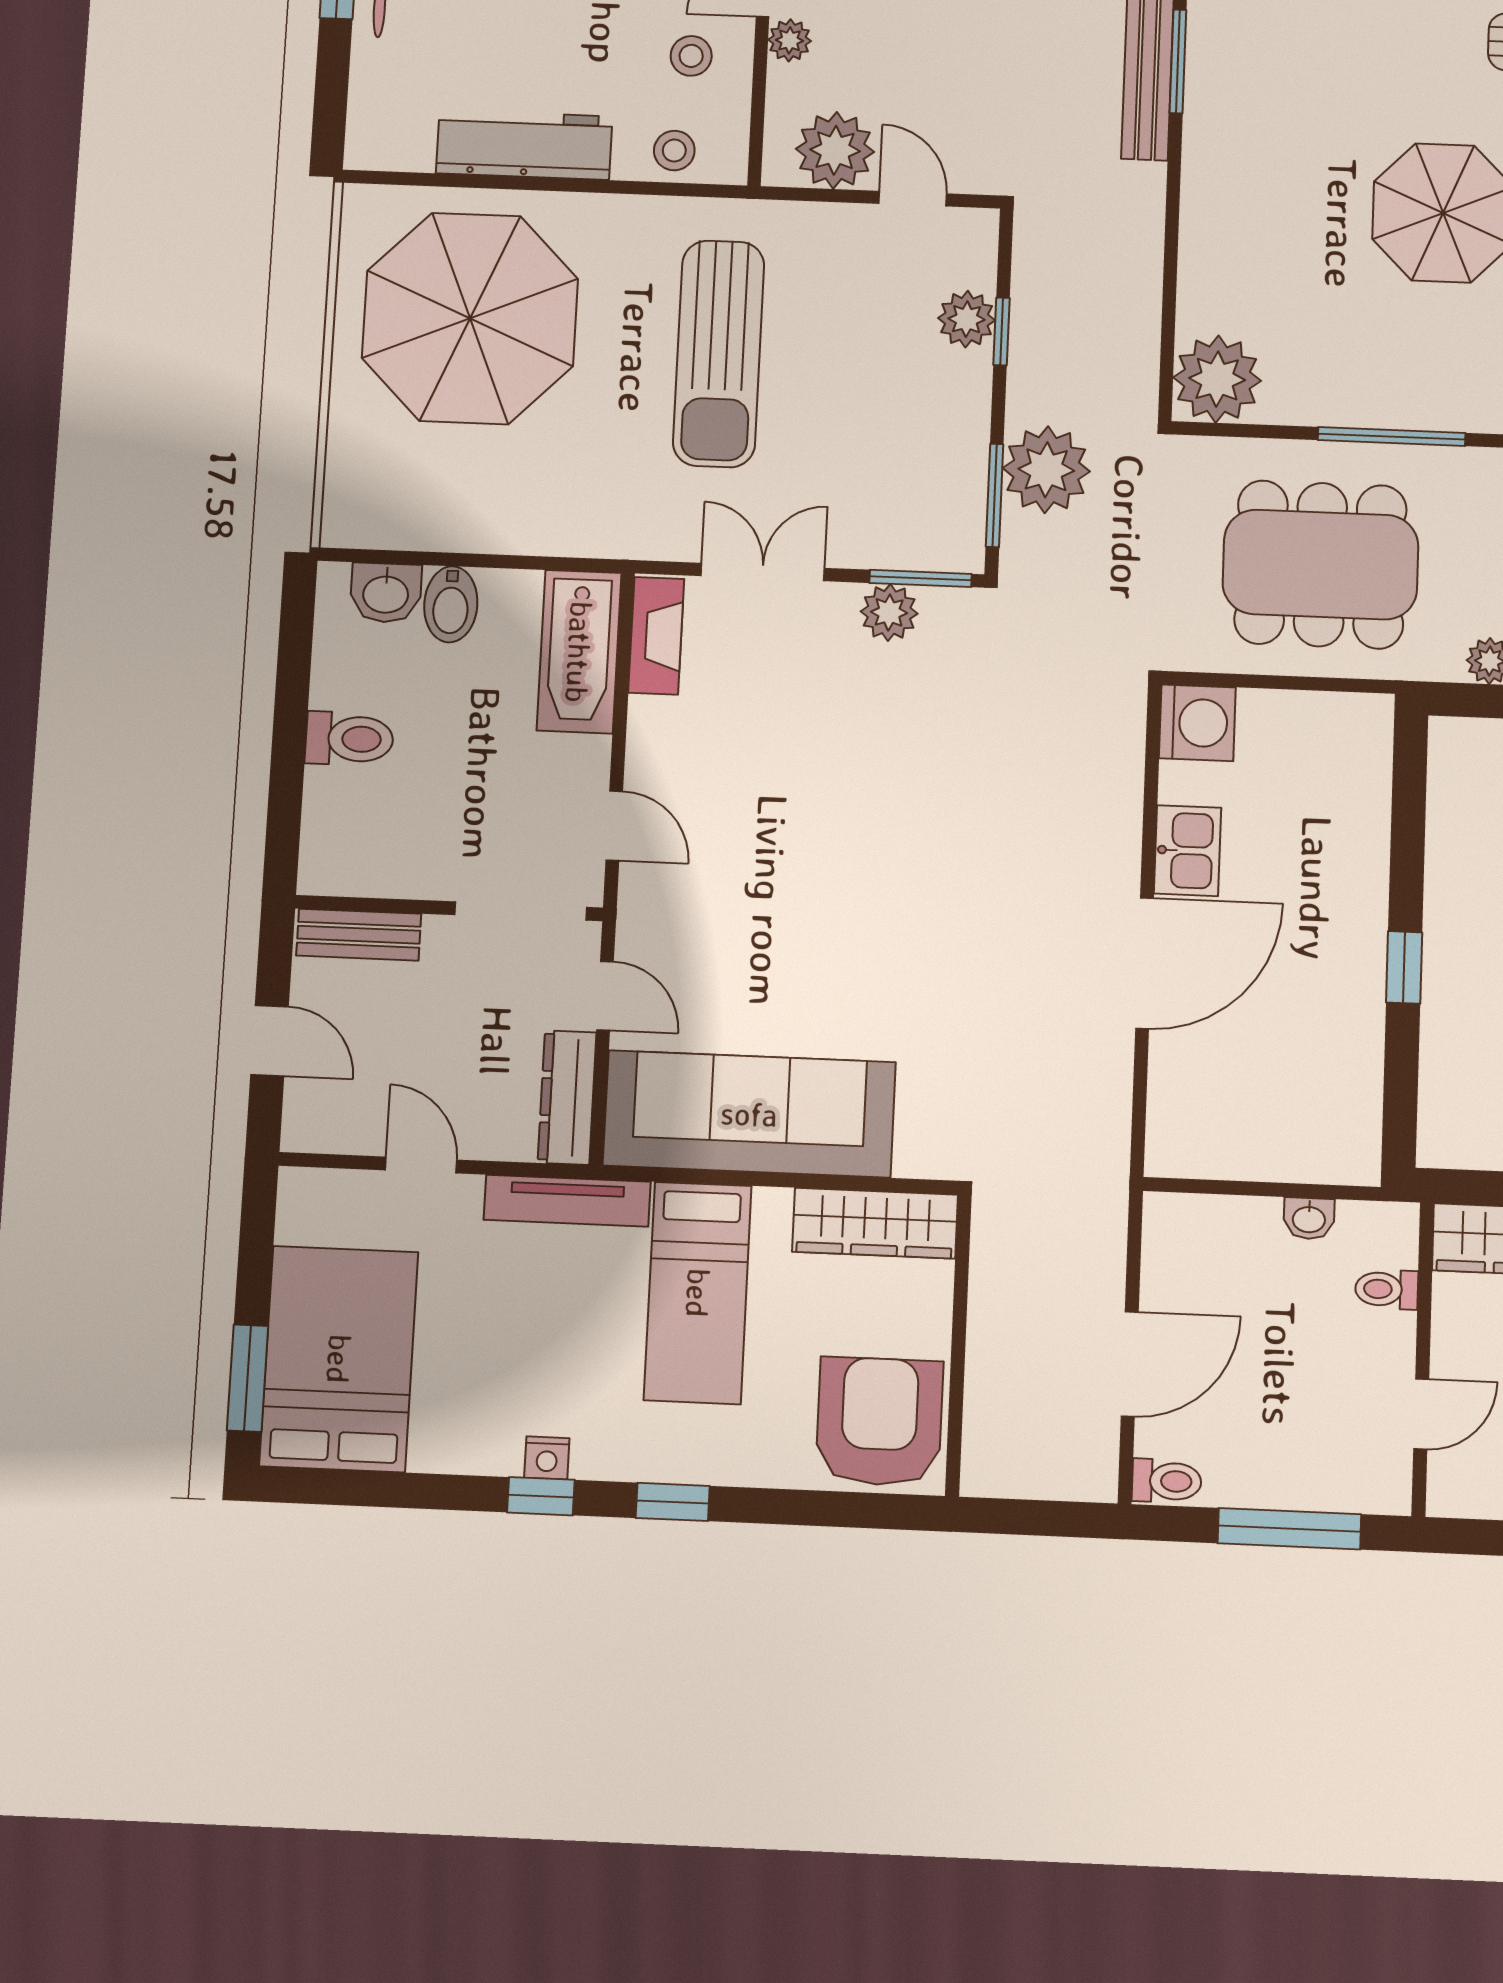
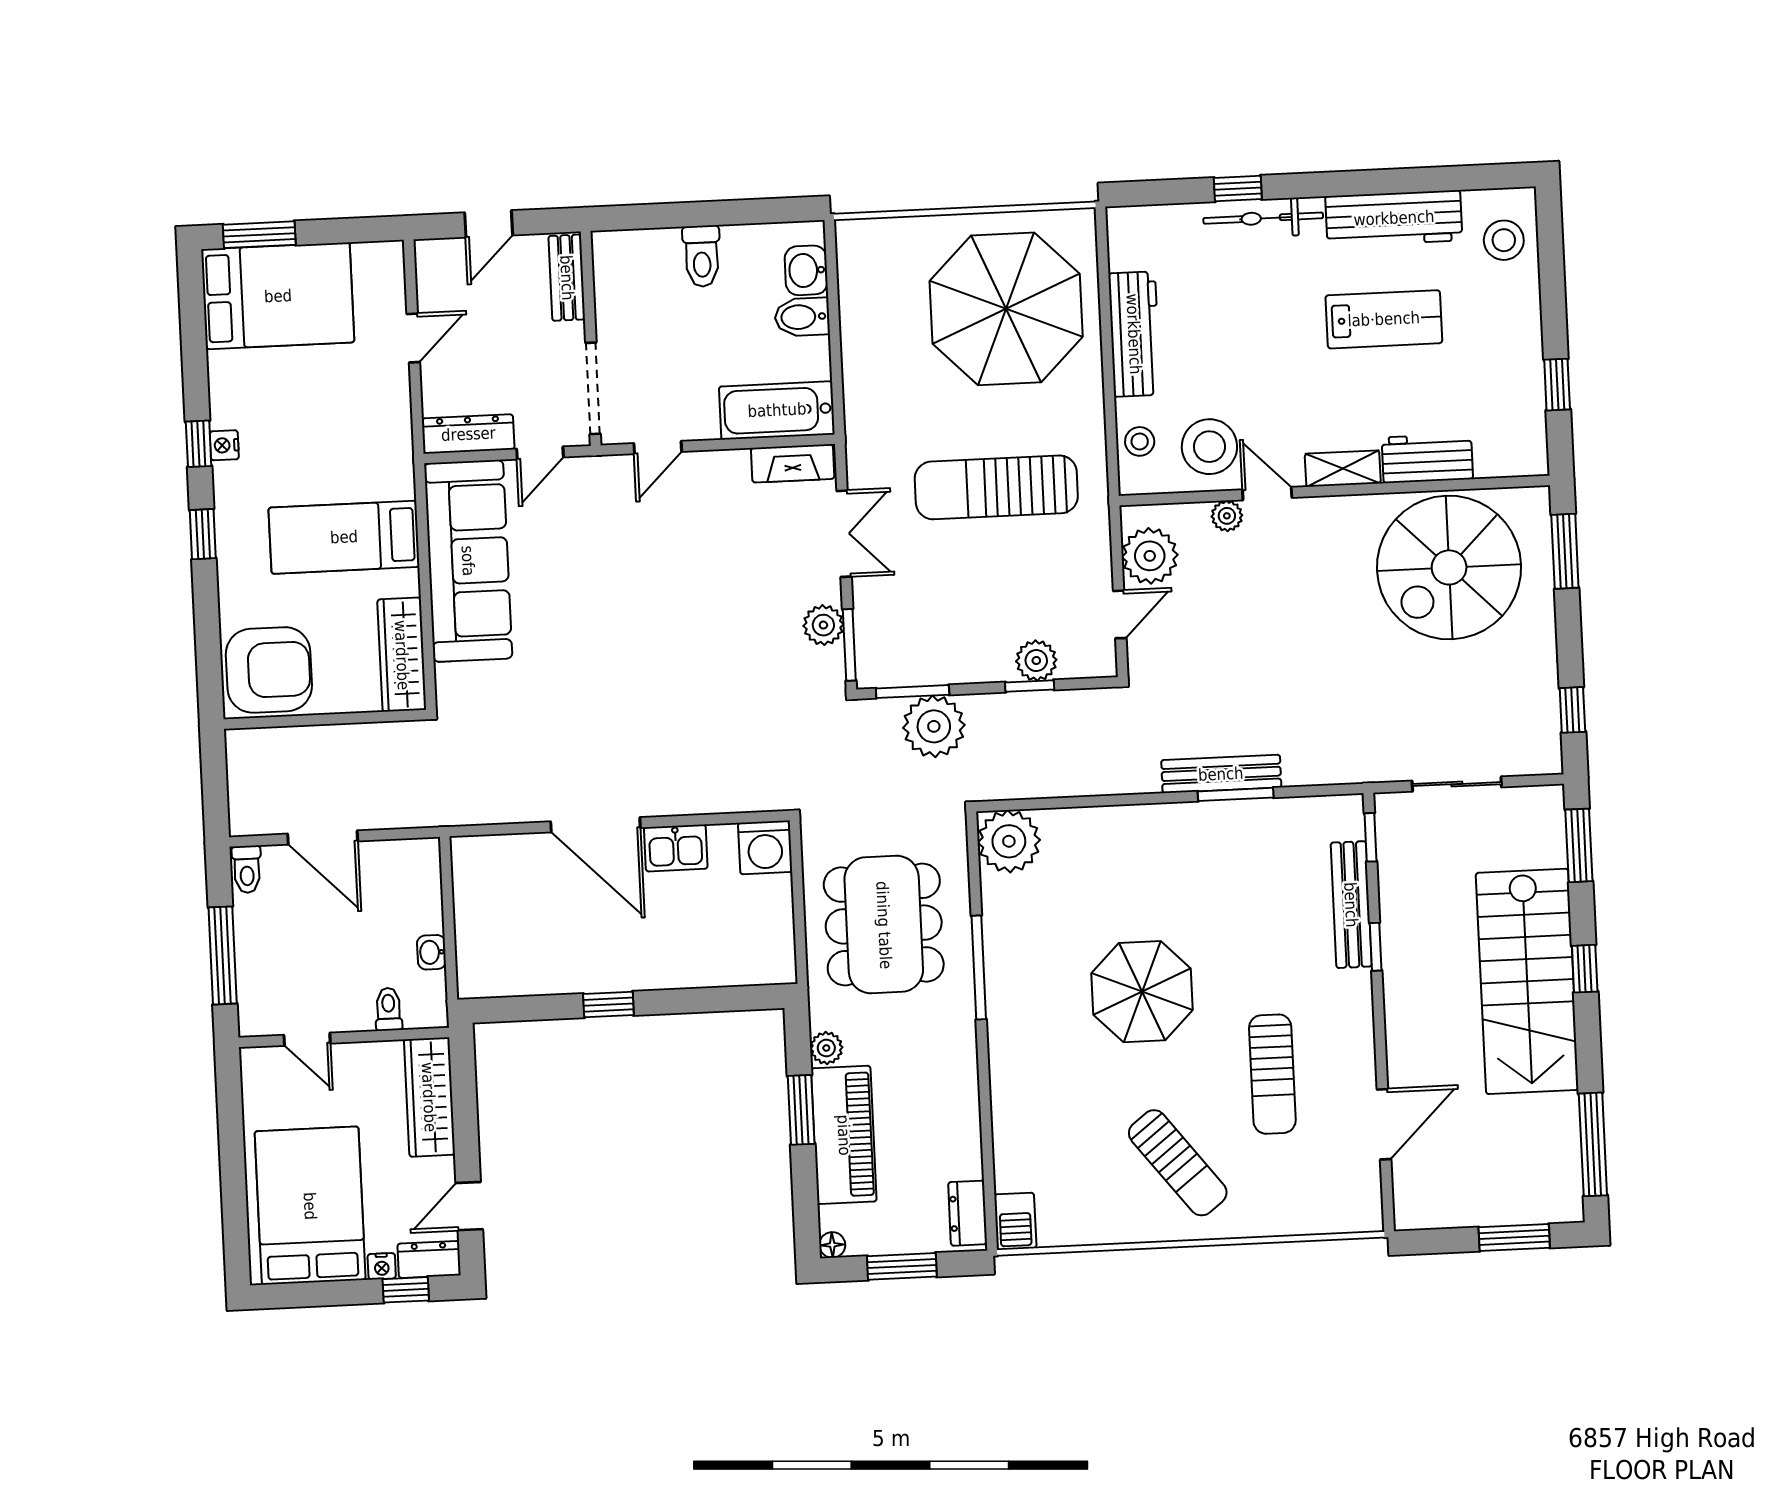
stool: (691, 56) -> (1209, 447), width x1.89, depth x1.89
tv unit: (567, 1201) -> (398, 441), removed

